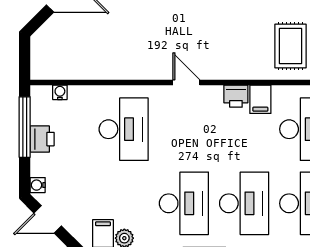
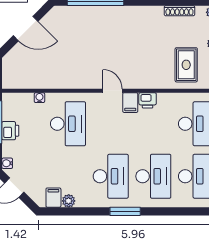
water cooler: (60, 92) -> (39, 98), moved
filing cabinet: (260, 99) -> (130, 103), moved

